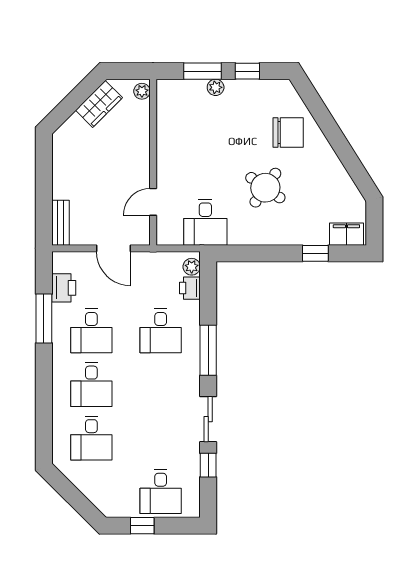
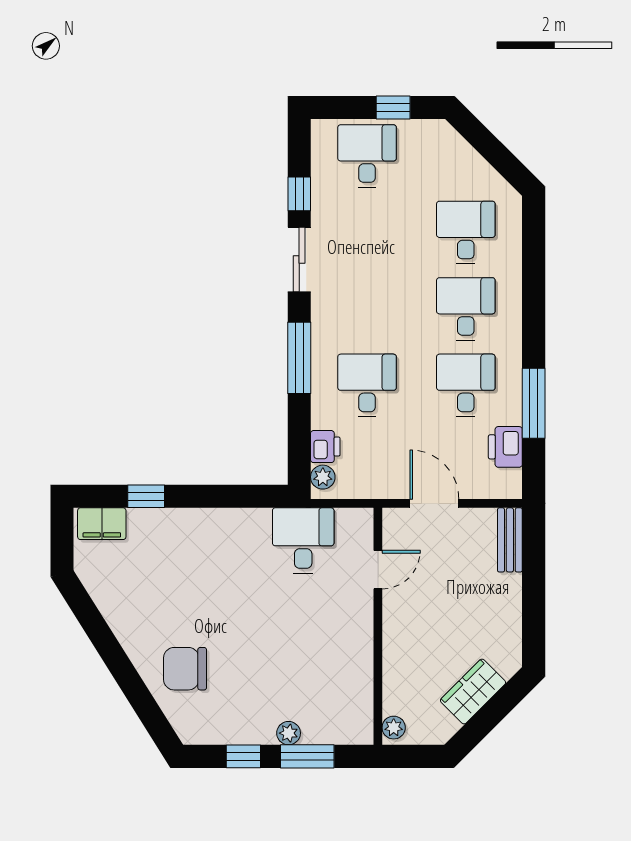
wardrobe: (99, 104) -> (473, 691), moved
round table: (265, 188) -> (217, 590), removed

